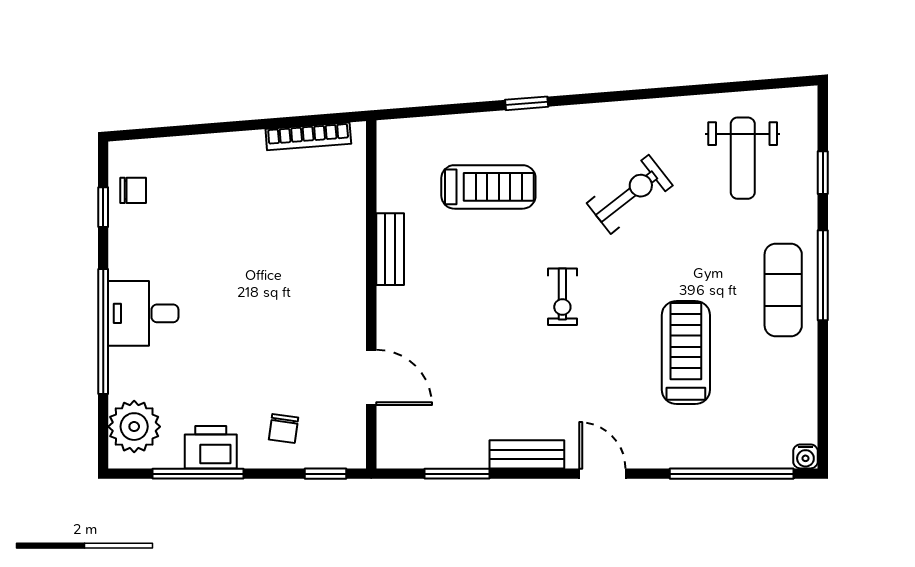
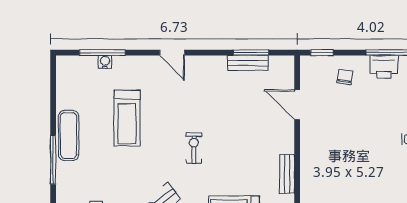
exercise mat: (783, 290) -> (69, 136), moved
bench: (527, 454) -> (248, 63), moved
water cooler: (805, 456) -> (105, 62), moved
window: (732, 474) -> (102, 53), width x0.68

